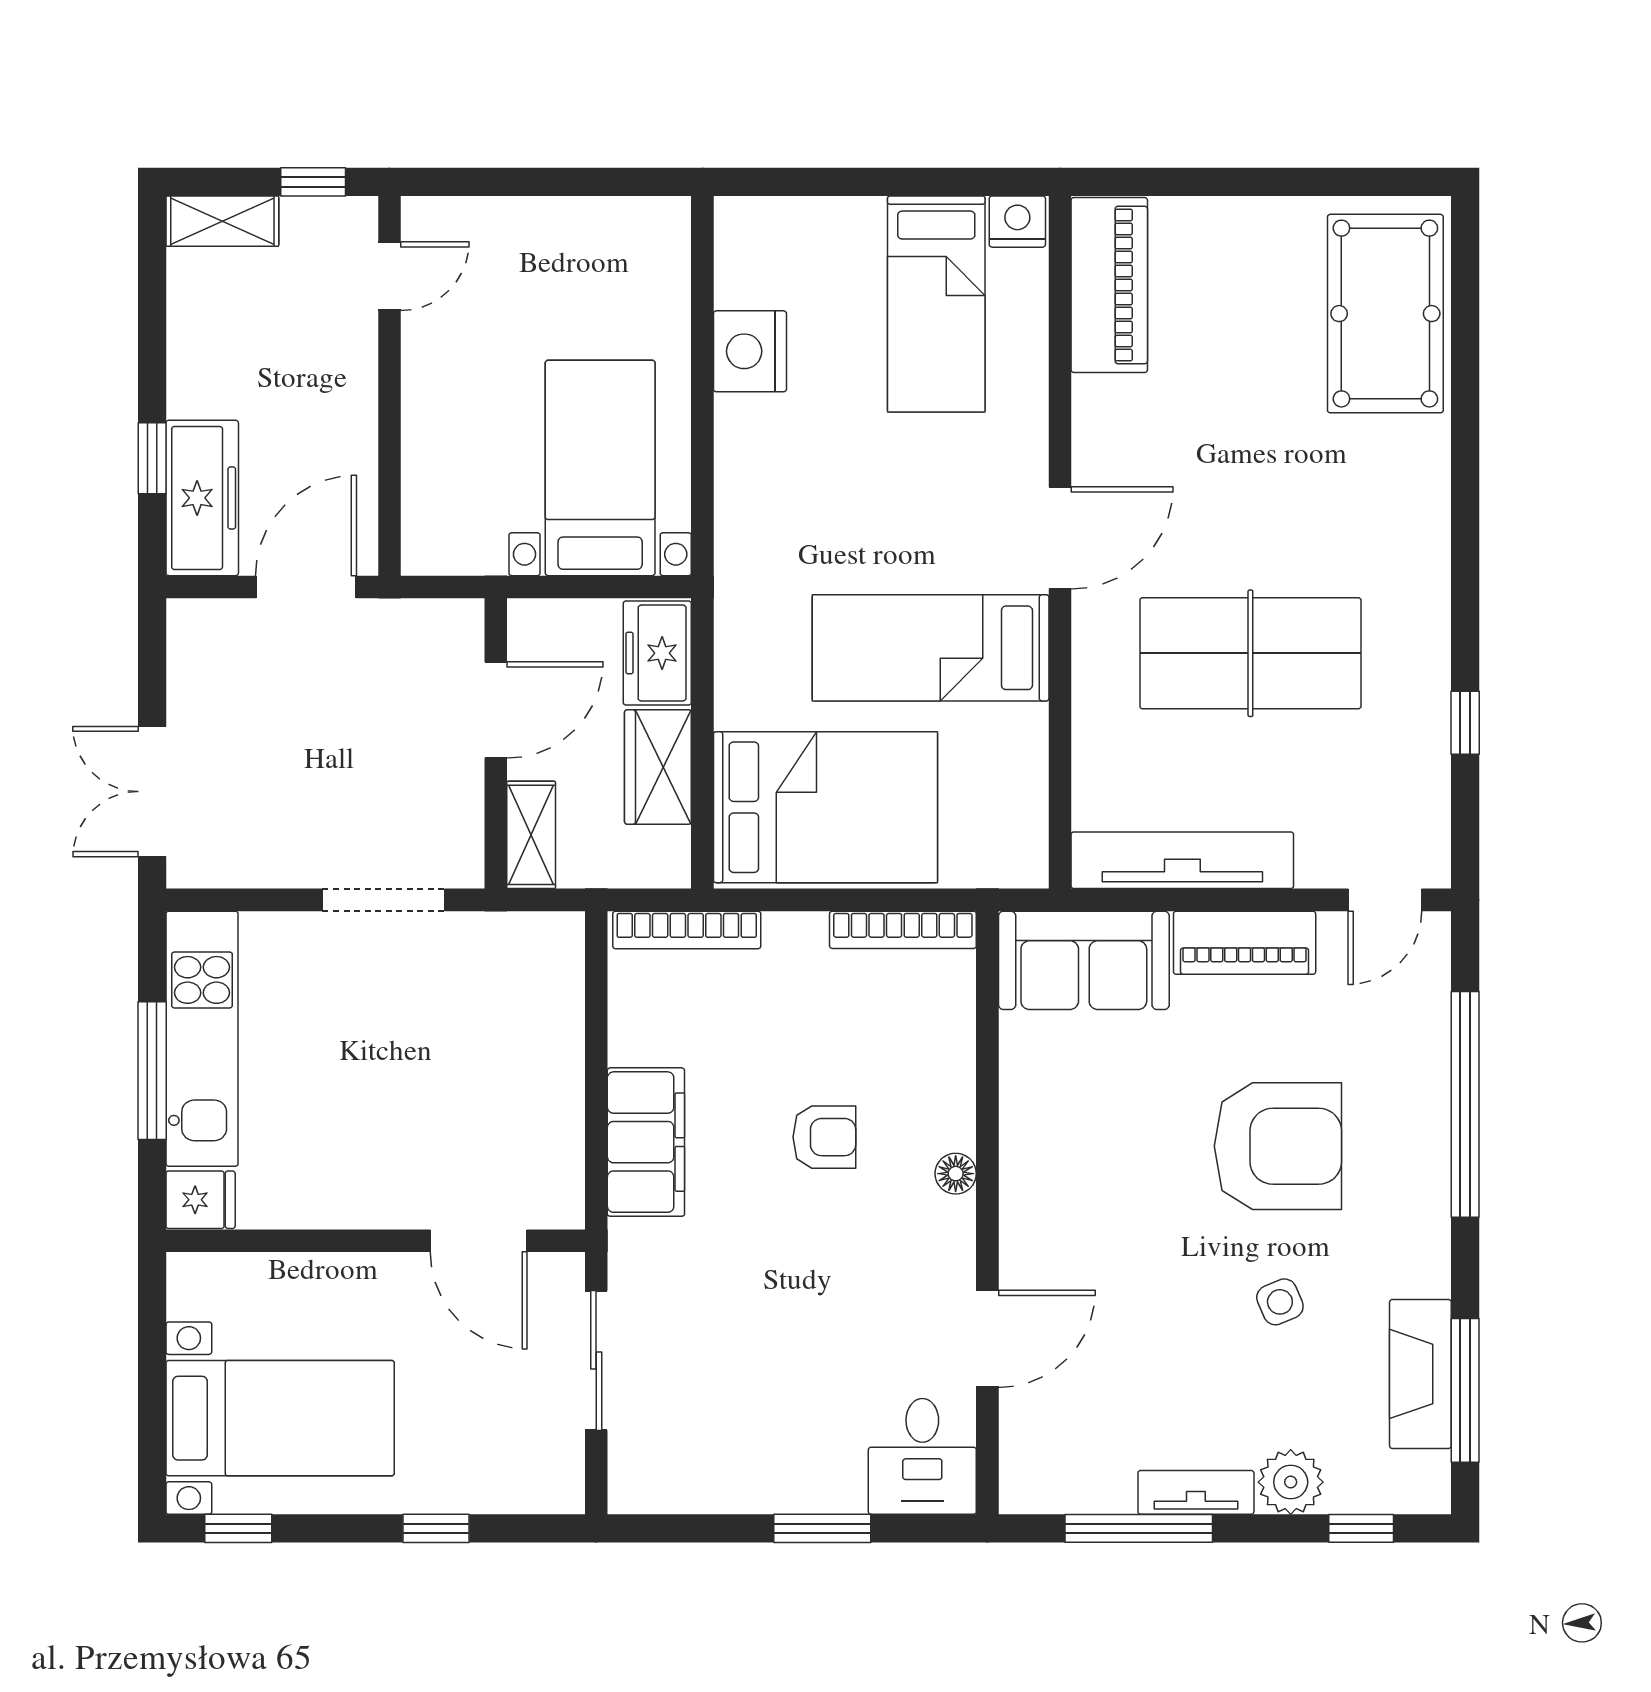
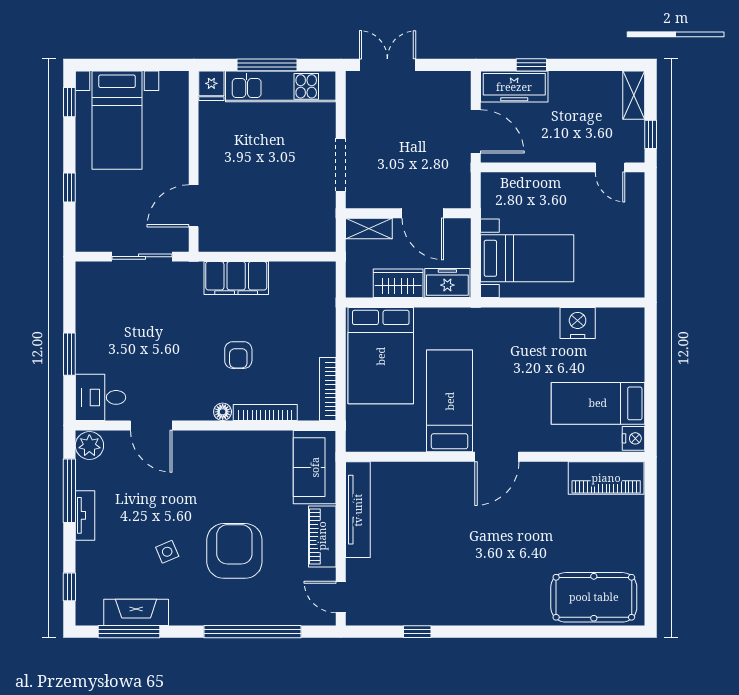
door: (1060, 538) -> (497, 457), hinge flipped
table tennis table: (1250, 653) -> (447, 539), removed
bookcase: (687, 930) -> (265, 412), moved, turned 90
armchair: (1278, 1146) -> (234, 551), turned 180
plant: (1291, 1482) -> (89, 446), moved

